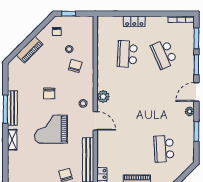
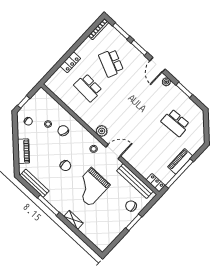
school desk: (164, 54) -> (111, 63), turned 48
bench: (12, 108) -> (34, 183), moved

